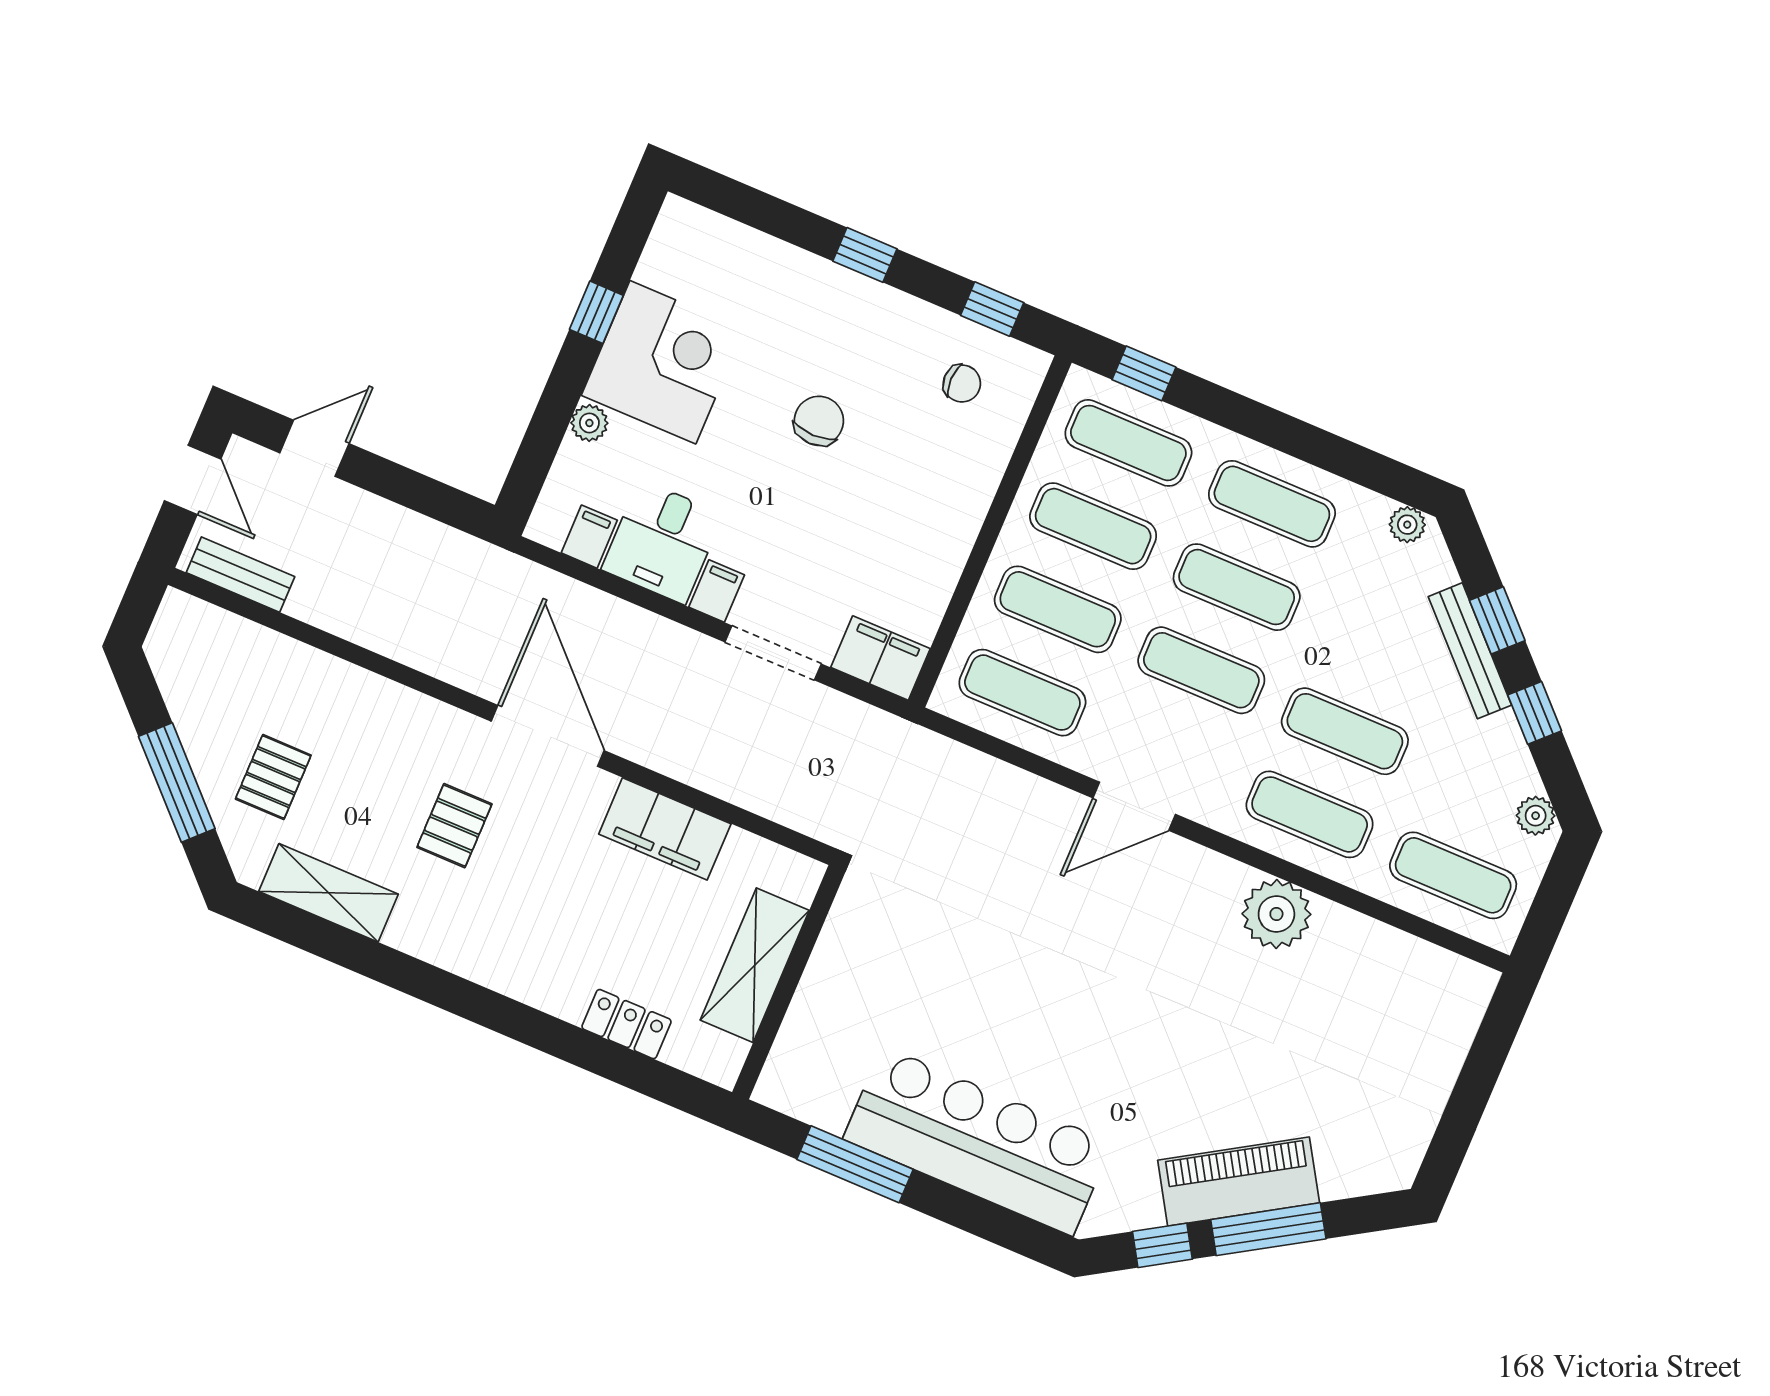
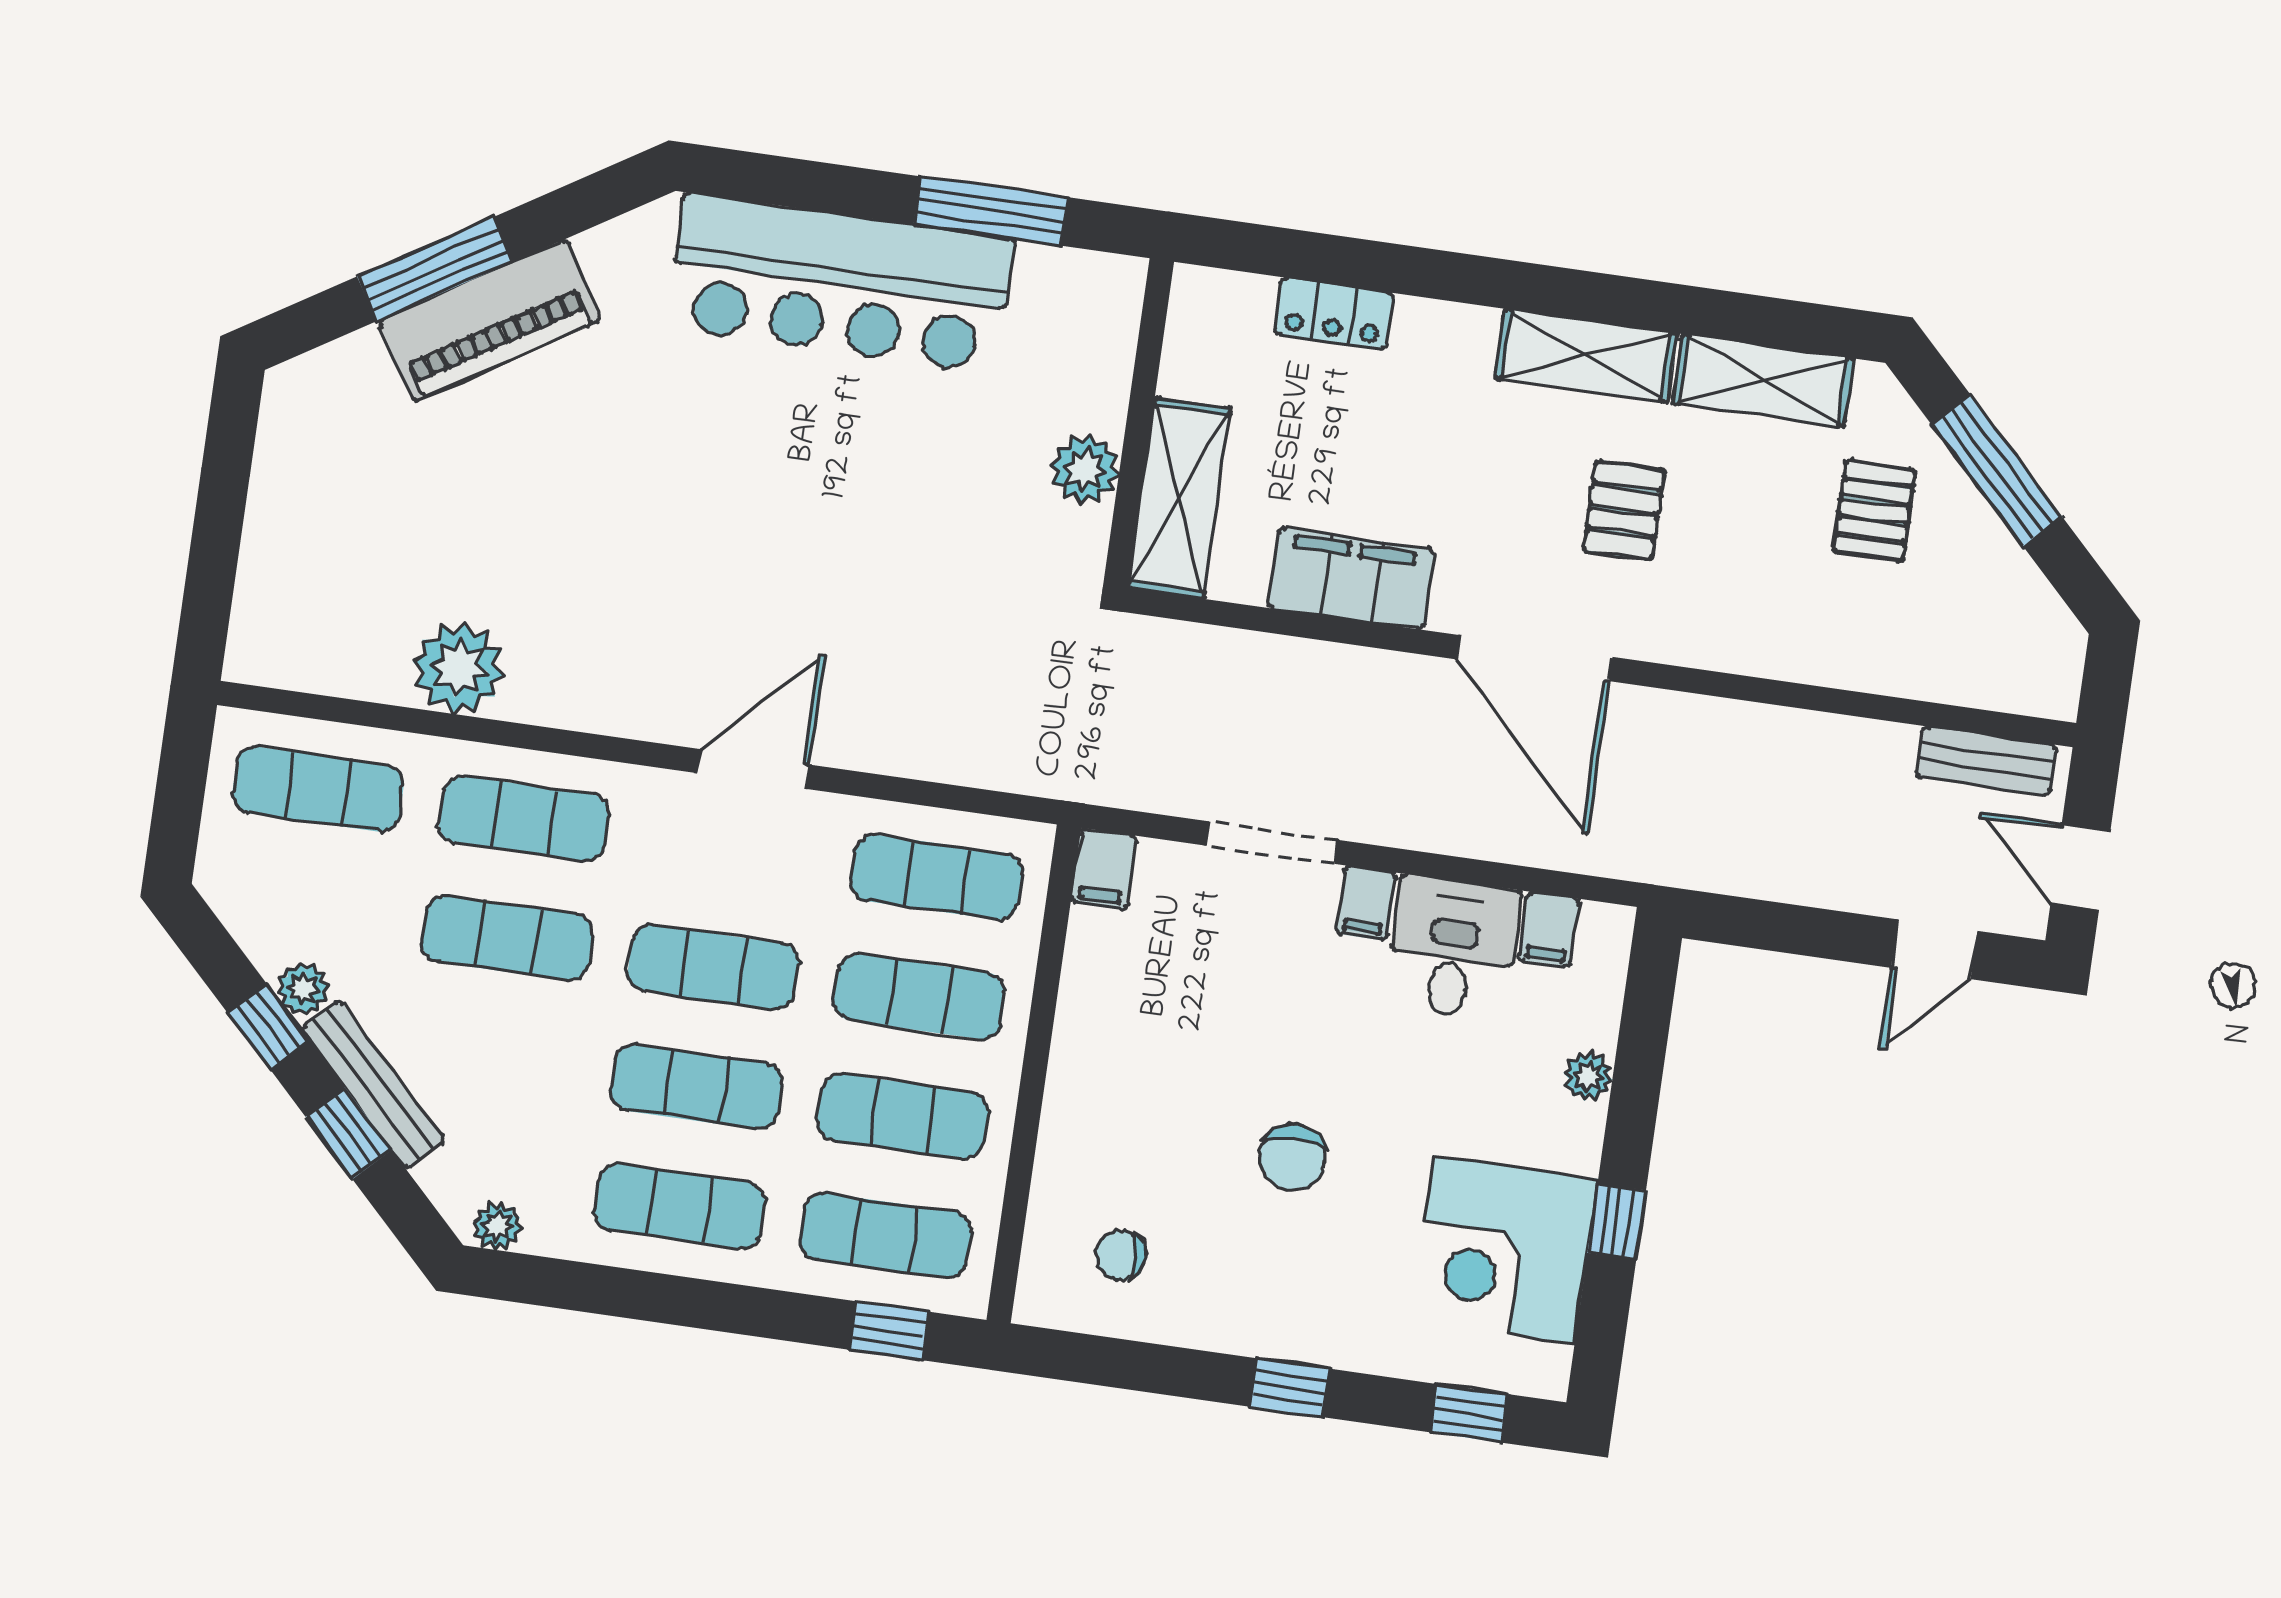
window: (992, 309) -> (1469, 1413), moved
corner desk: (663, 362) -> (1504, 1250), moved
filing cabinet: (880, 658) -> (1104, 869), width x0.50
plant: (1536, 816) -> (303, 989), moved
plant: (1276, 914) -> (459, 668), moved
shelving: (452, 945) -> (1586, 355), added
plant: (836, 959) -> (1085, 469), added
shelving: (755, 965) -> (1179, 498), moved
window: (1162, 1245) -> (566, 212), removed

